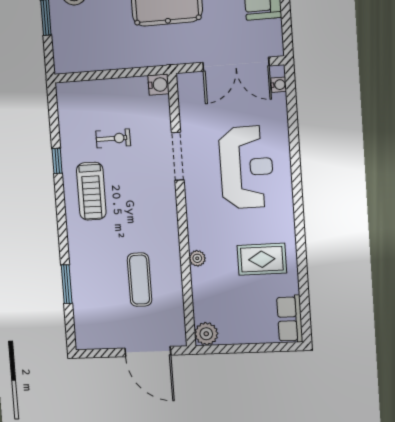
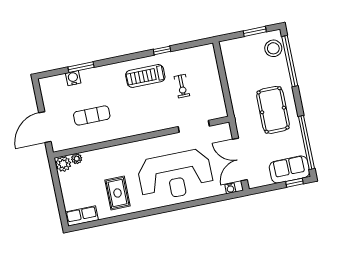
water cooler: (159, 85) -> (73, 78), moved, turned 180
doorway: (178, 156) -> (194, 126), moved
reception desk: (246, 167) -> (175, 175), width x1.36, depth x1.30
plant: (197, 258) -> (77, 159), moved

